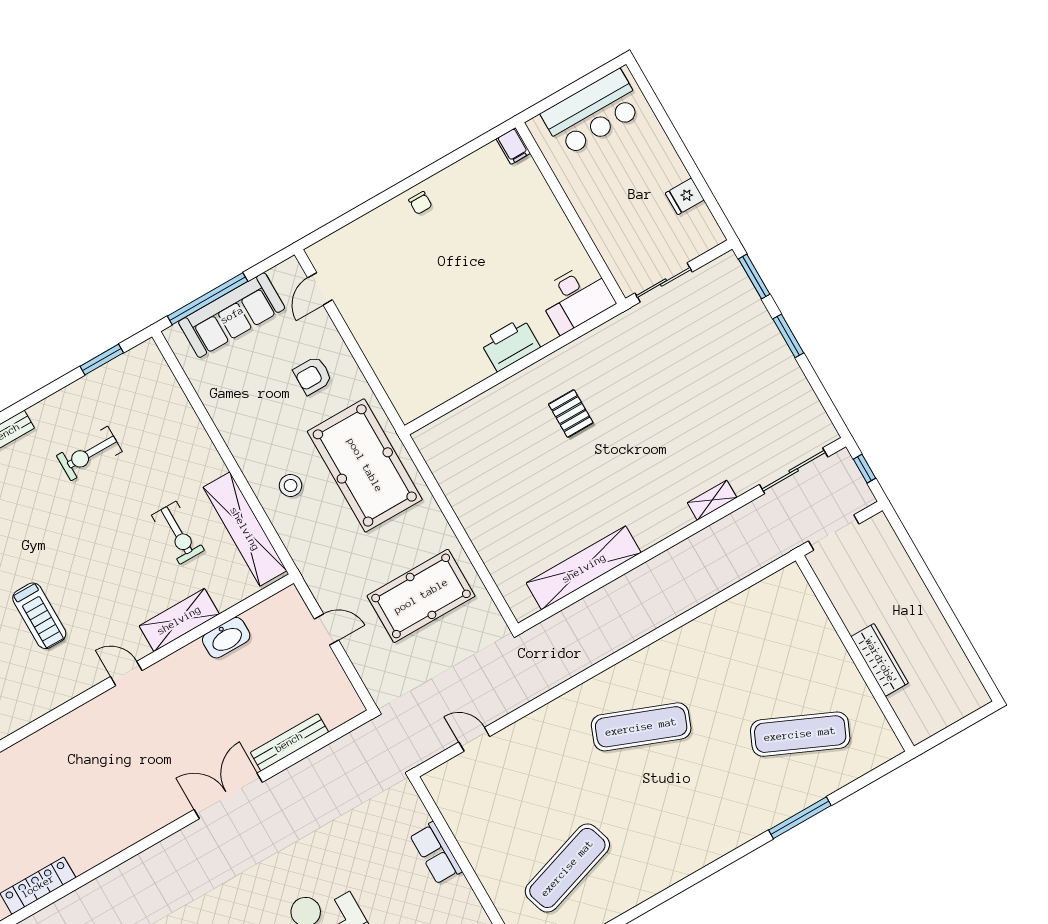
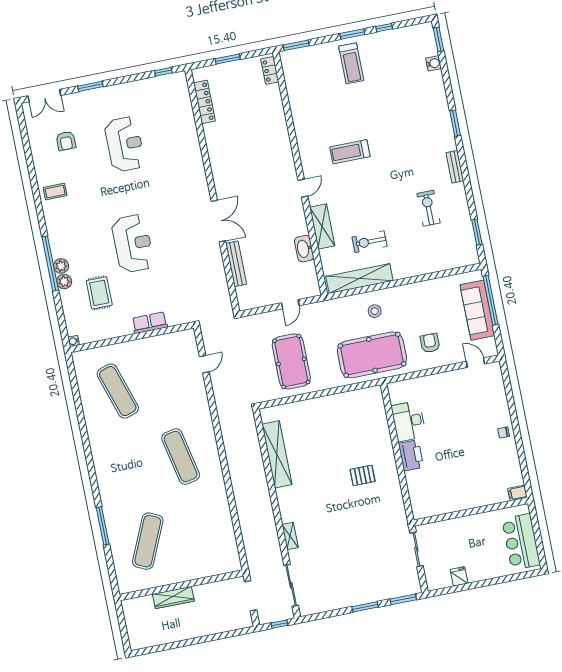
desk: (576, 298) -> (409, 421), moved
exercise mat: (641, 727) -> (181, 457), turned -33

